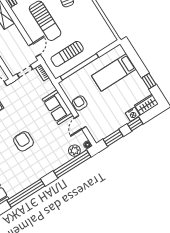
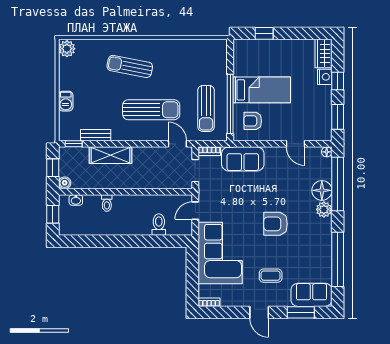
bed: (114, 72) -> (262, 90), moved, turned -90
window: (149, 81) -> (264, 33), moved
armchair: (80, 103) -> (253, 121), moved
sofa: (58, 107) -> (243, 159), moved
plant: (74, 151) -> (324, 209), moved
floor lamp: (62, 157) -> (322, 190), added

